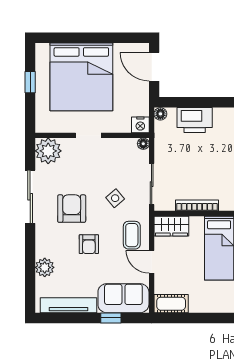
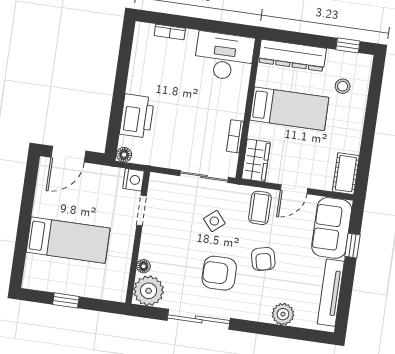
bed: (81, 77) -> (68, 240), width x0.49
doorway: (88, 135) -> (142, 211), moved
floor lamp: (143, 144) -> (143, 266), moved
bookcase: (197, 205) -> (235, 136), width x0.64
coffee table: (132, 235) -> (260, 208), turned 90
armchair: (89, 244) -> (263, 259), turned 77

